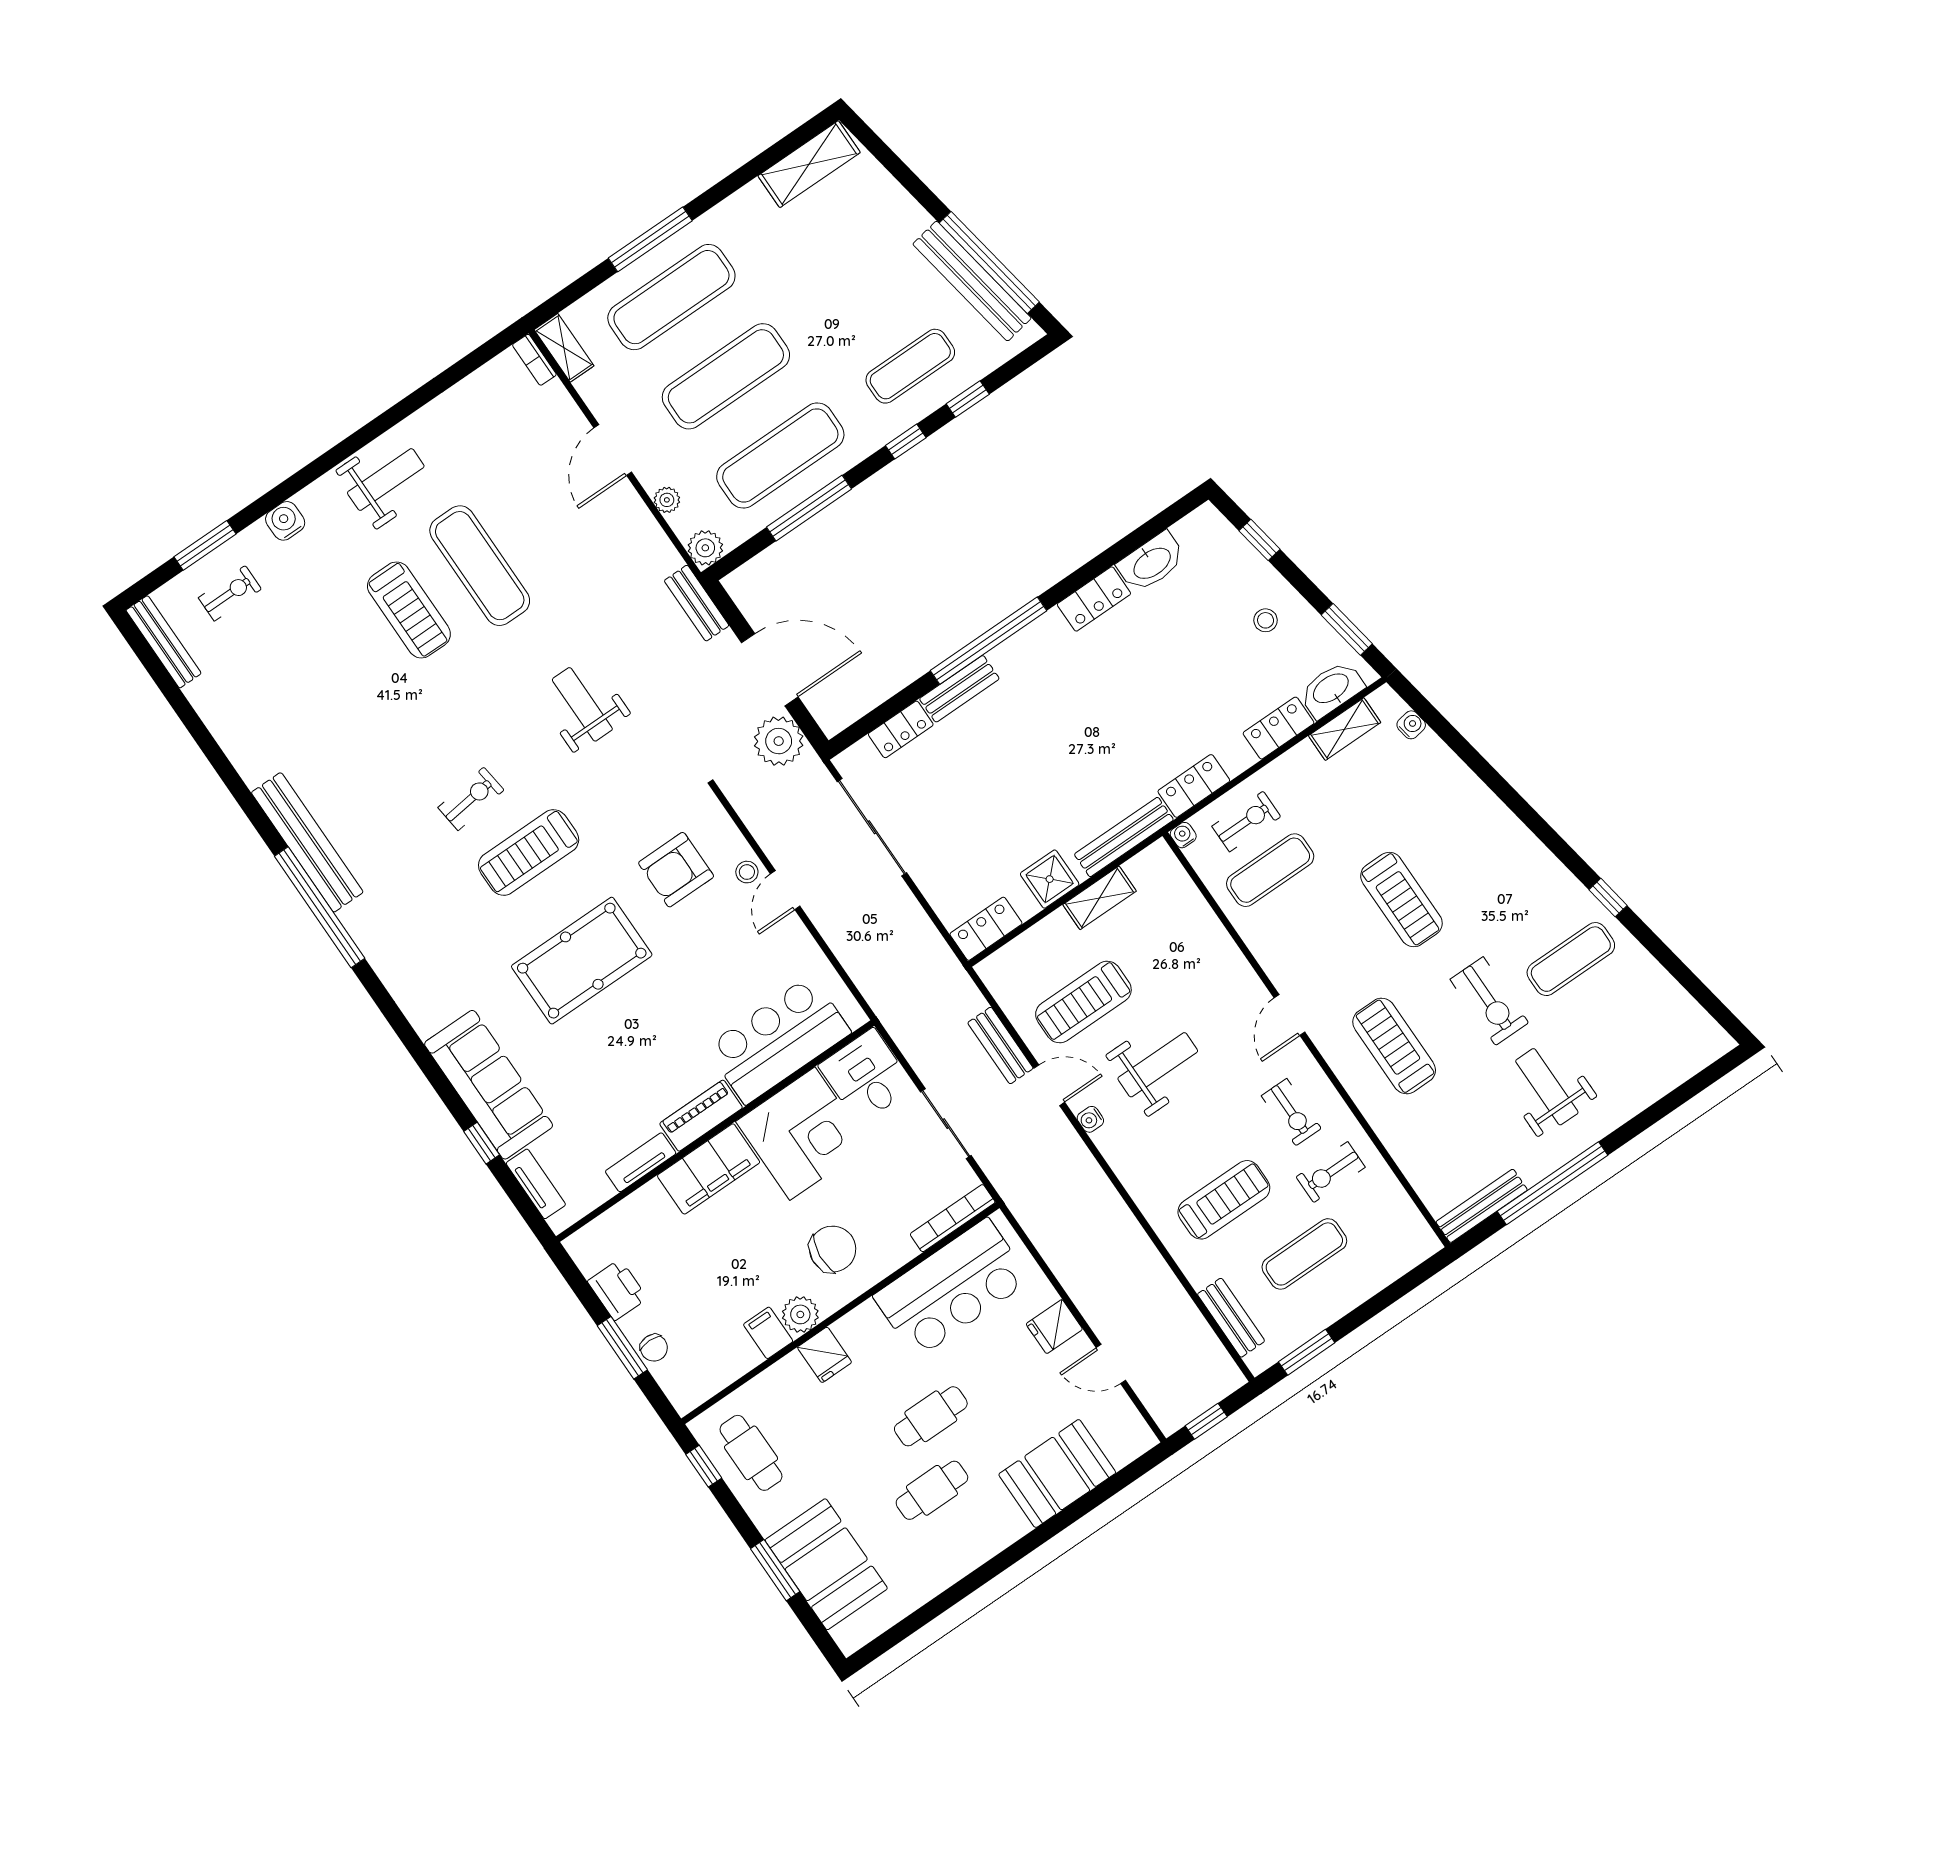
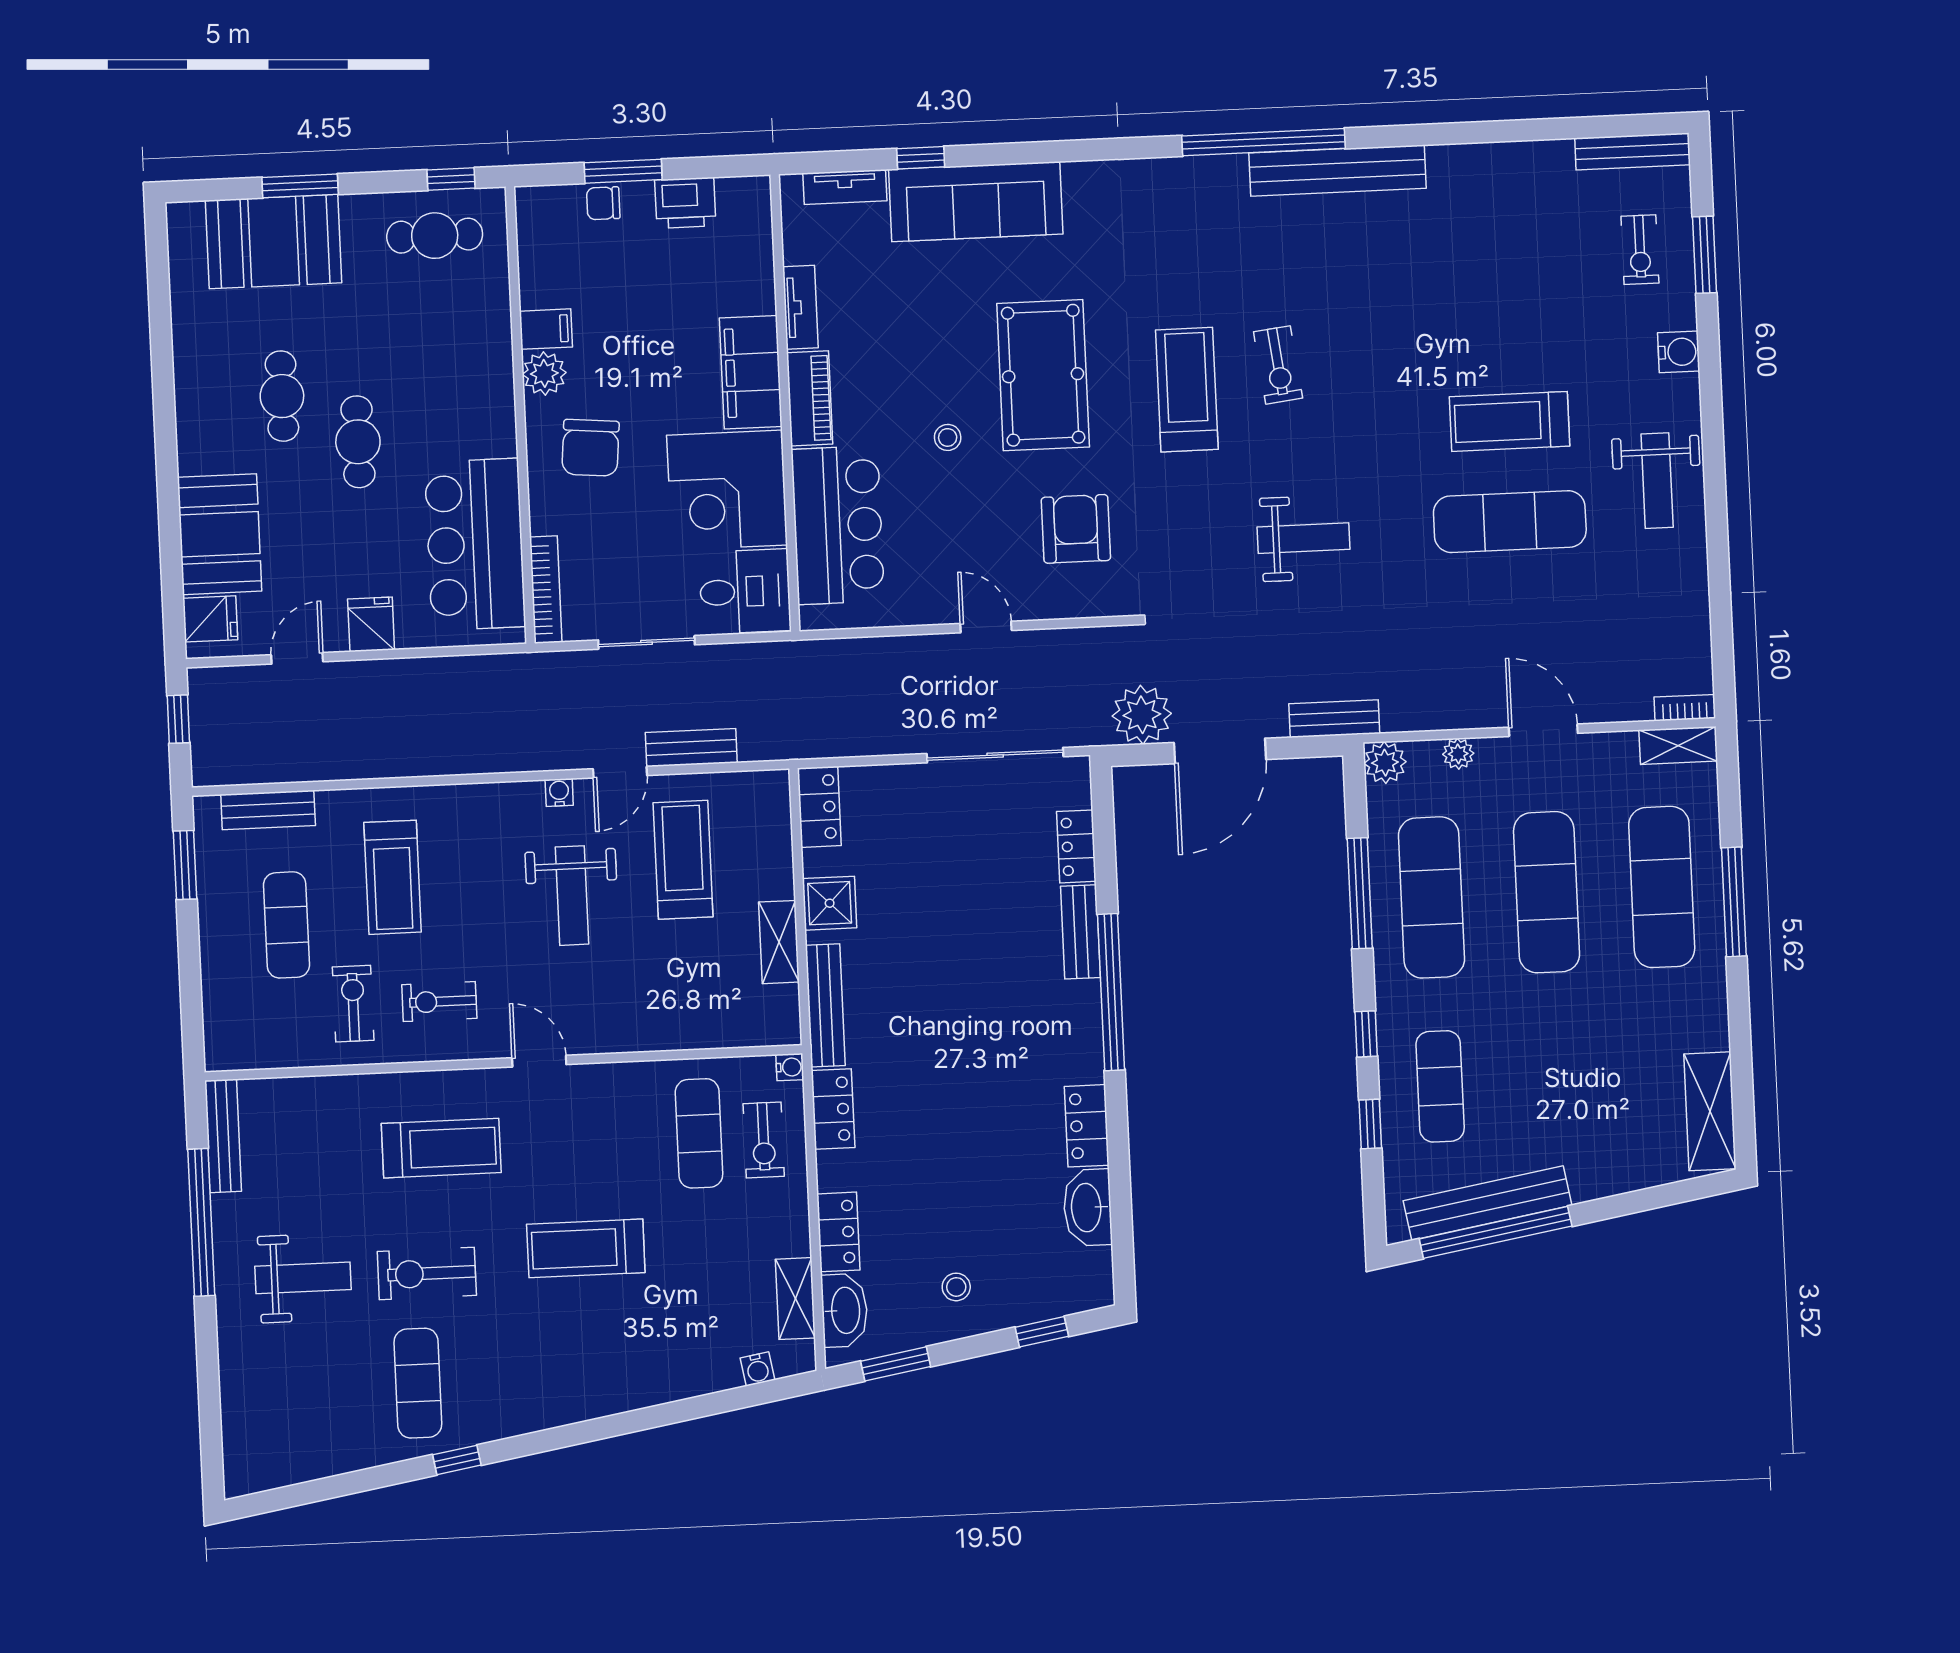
stool: (747, 872) -> (948, 437), moved
fridge: (825, 1355) -> (210, 619), moved, turned 180

